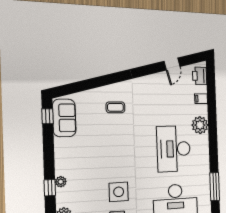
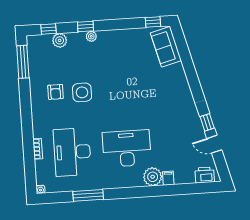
window: (152, 69) -> (207, 122), added
filing cabinet: (201, 99) -> (168, 178), moved
coffee table: (115, 107) -> (166, 87), removed
sofa: (64, 118) -> (166, 47), moved, turned 76

